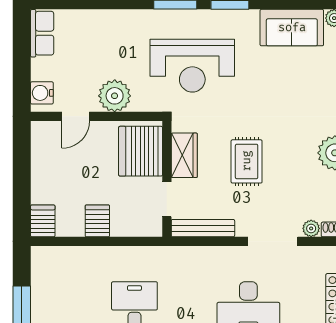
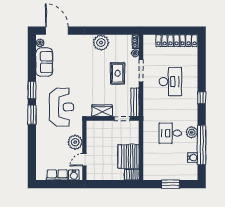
row of seats: (42, 33) -> (57, 175), moved
door: (76, 116) -> (84, 160), swing flipped
server rack: (141, 151) -> (100, 130), removed
rug: (247, 161) -> (118, 73), moved, turned 90
server rack: (97, 221) -> (129, 156), width x2.18, depth x1.44

